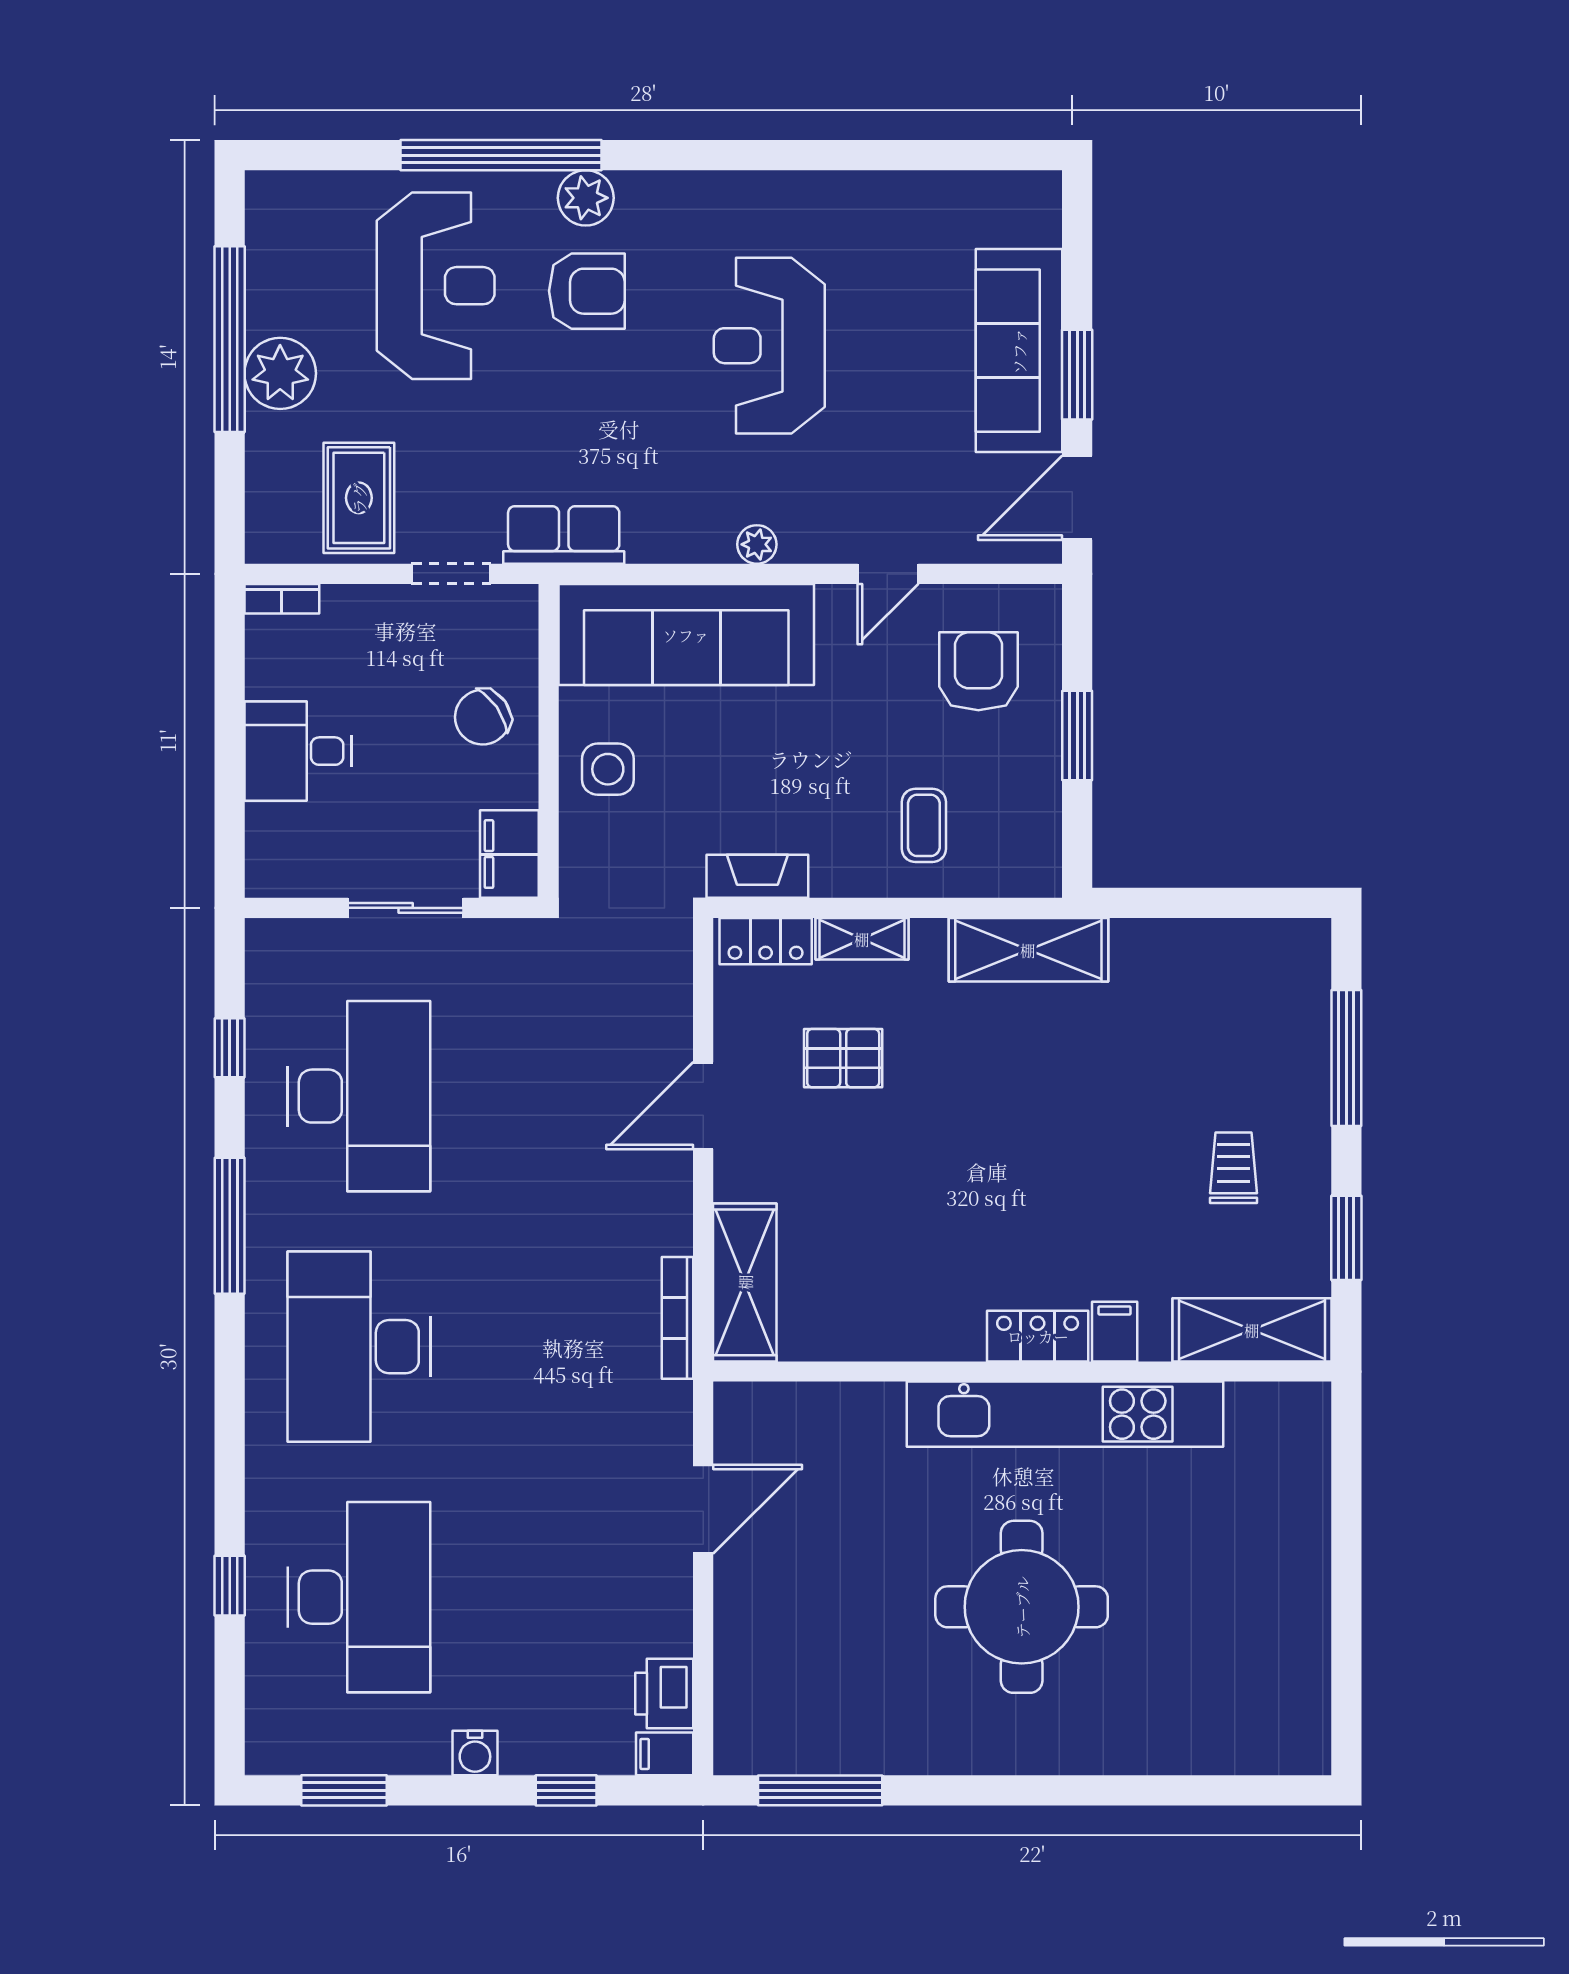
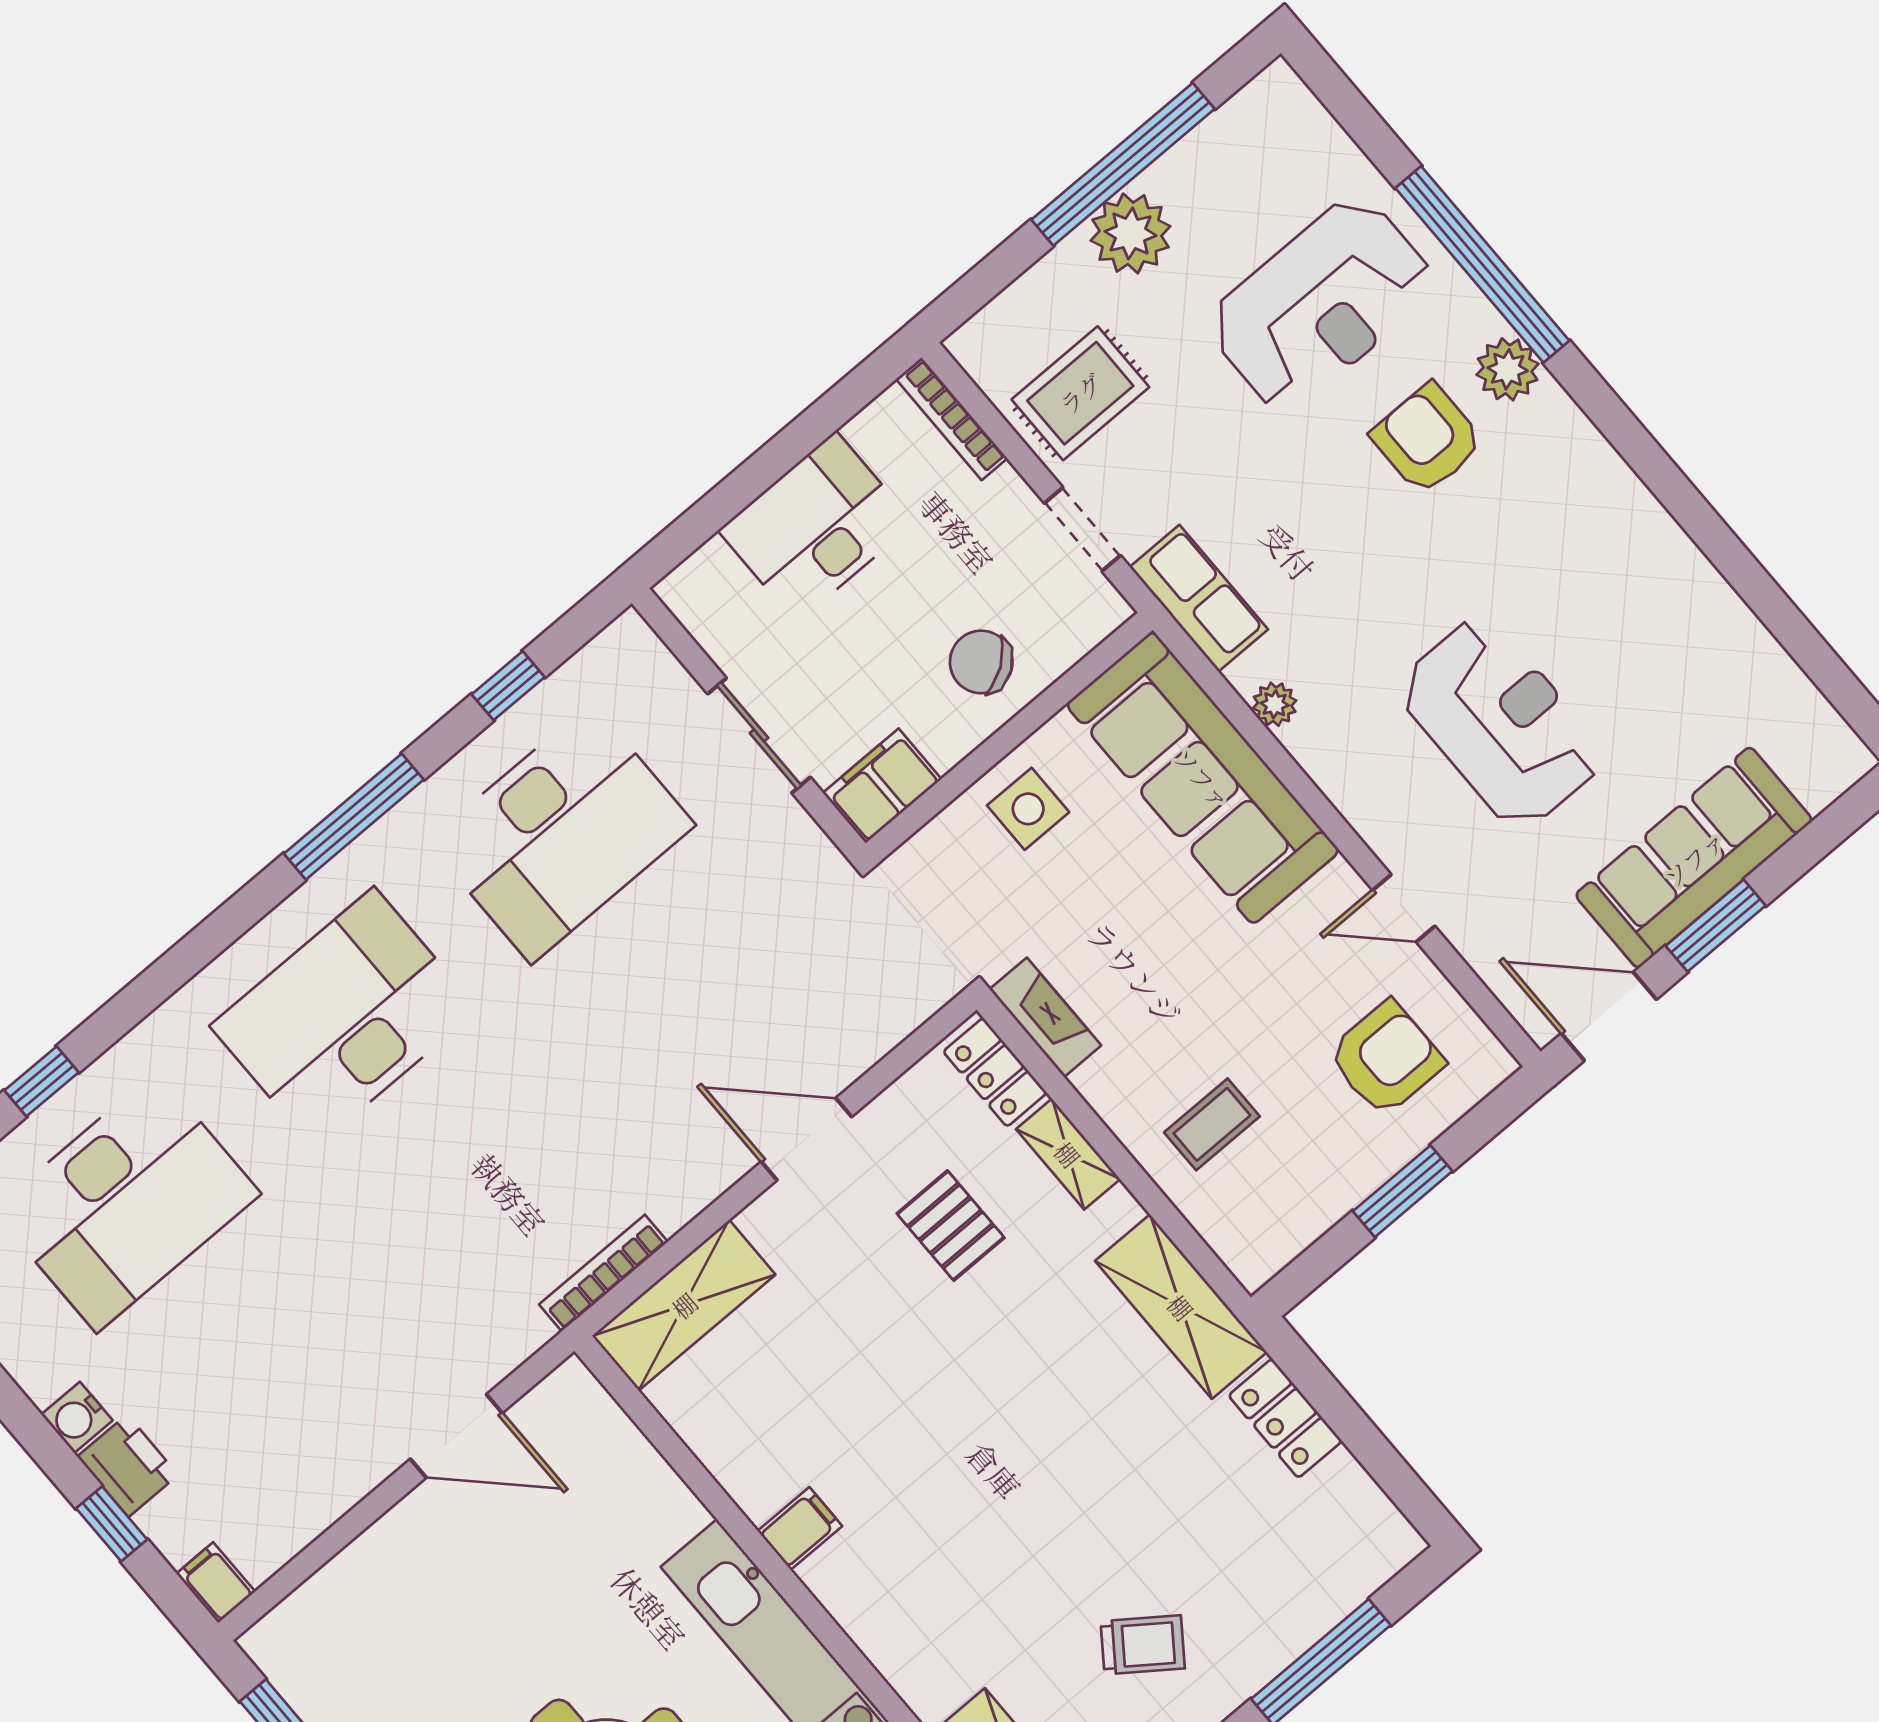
armchair: (587, 291) -> (1427, 439), turned 180
reception desk: (769, 346) -> (1501, 723), moved, turned 90
plant: (757, 544) -> (1275, 704), moved
bookcase: (282, 599) -> (952, 419), width x1.56
desk: (298, 751) -> (816, 527), width x1.37
trolley: (1234, 1168) -> (1143, 1645), turned 36
filing cabinet: (1115, 1332) -> (800, 1529), moved
locker: (1038, 1336) -> (1285, 1418), moved, turned 180
printer: (664, 1694) -> (128, 1466), moved, turned 90

